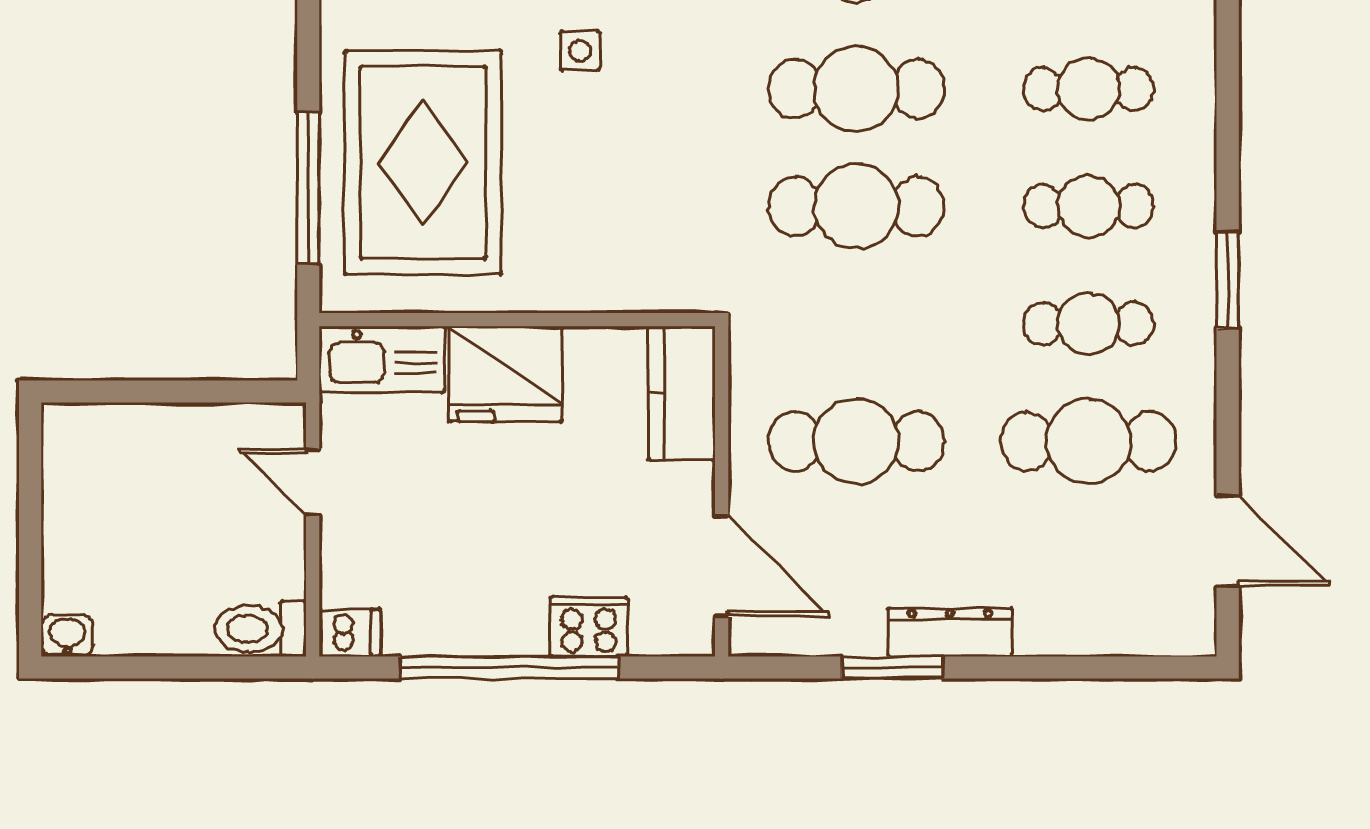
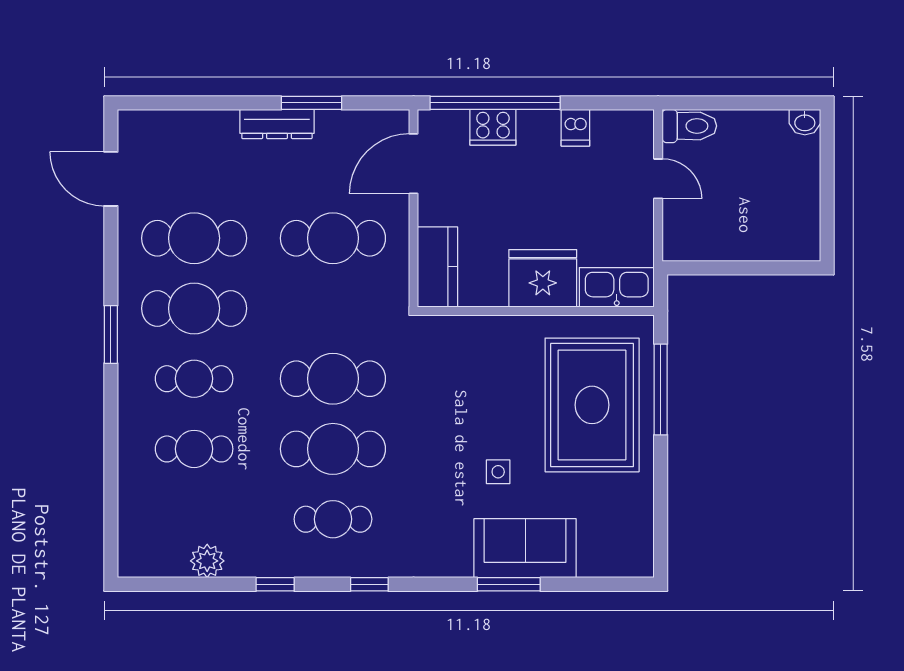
cafe table: (1089, 324) -> (194, 308), width x1.37, depth x1.35
door: (313, 482) -> (658, 179), moved
door: (722, 566) -> (414, 164), hinge flipped
dishwasher: (350, 633) -> (575, 128), moved, turned -90
window: (509, 667) -> (495, 103), moved

